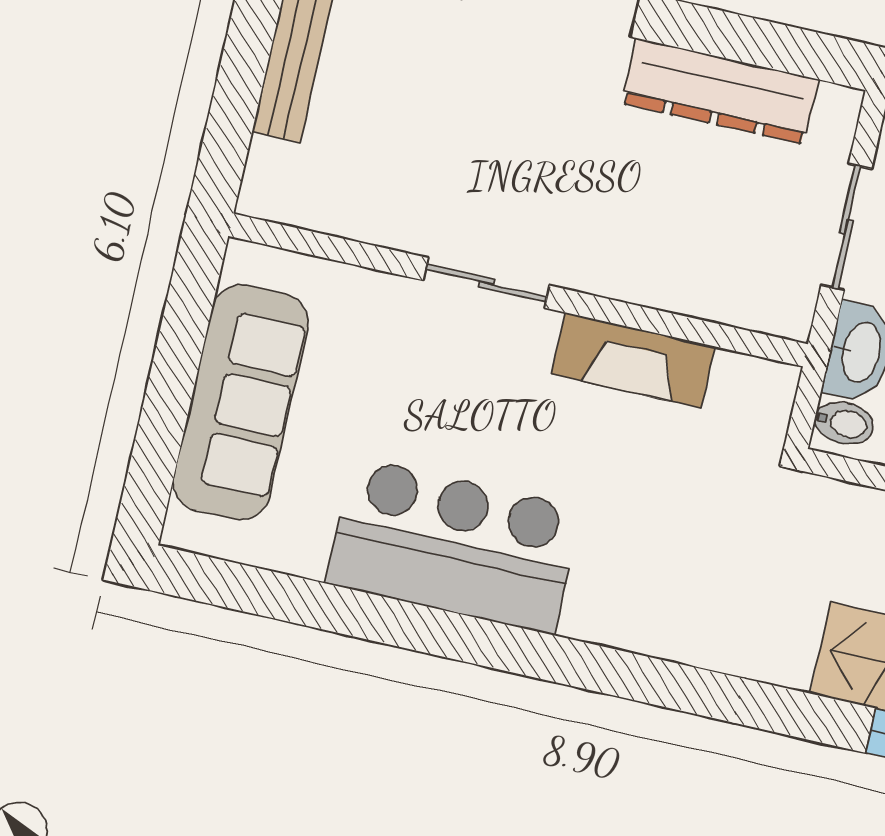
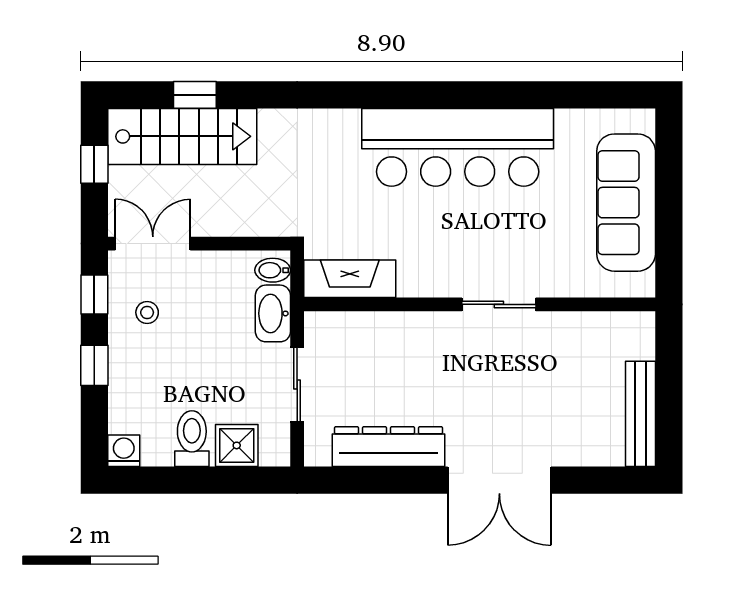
fireplace: (633, 360) -> (350, 279), moved
bar counter: (454, 546) -> (458, 147), width x1.36

